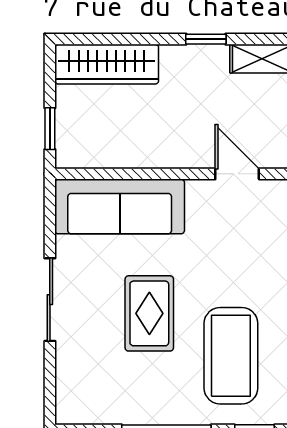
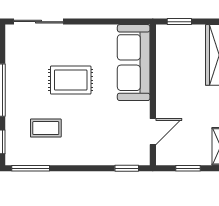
sliding door: (50, 300) -> (38, 22), moved
coffee table: (231, 356) -> (46, 128), width x0.54, depth x0.58

